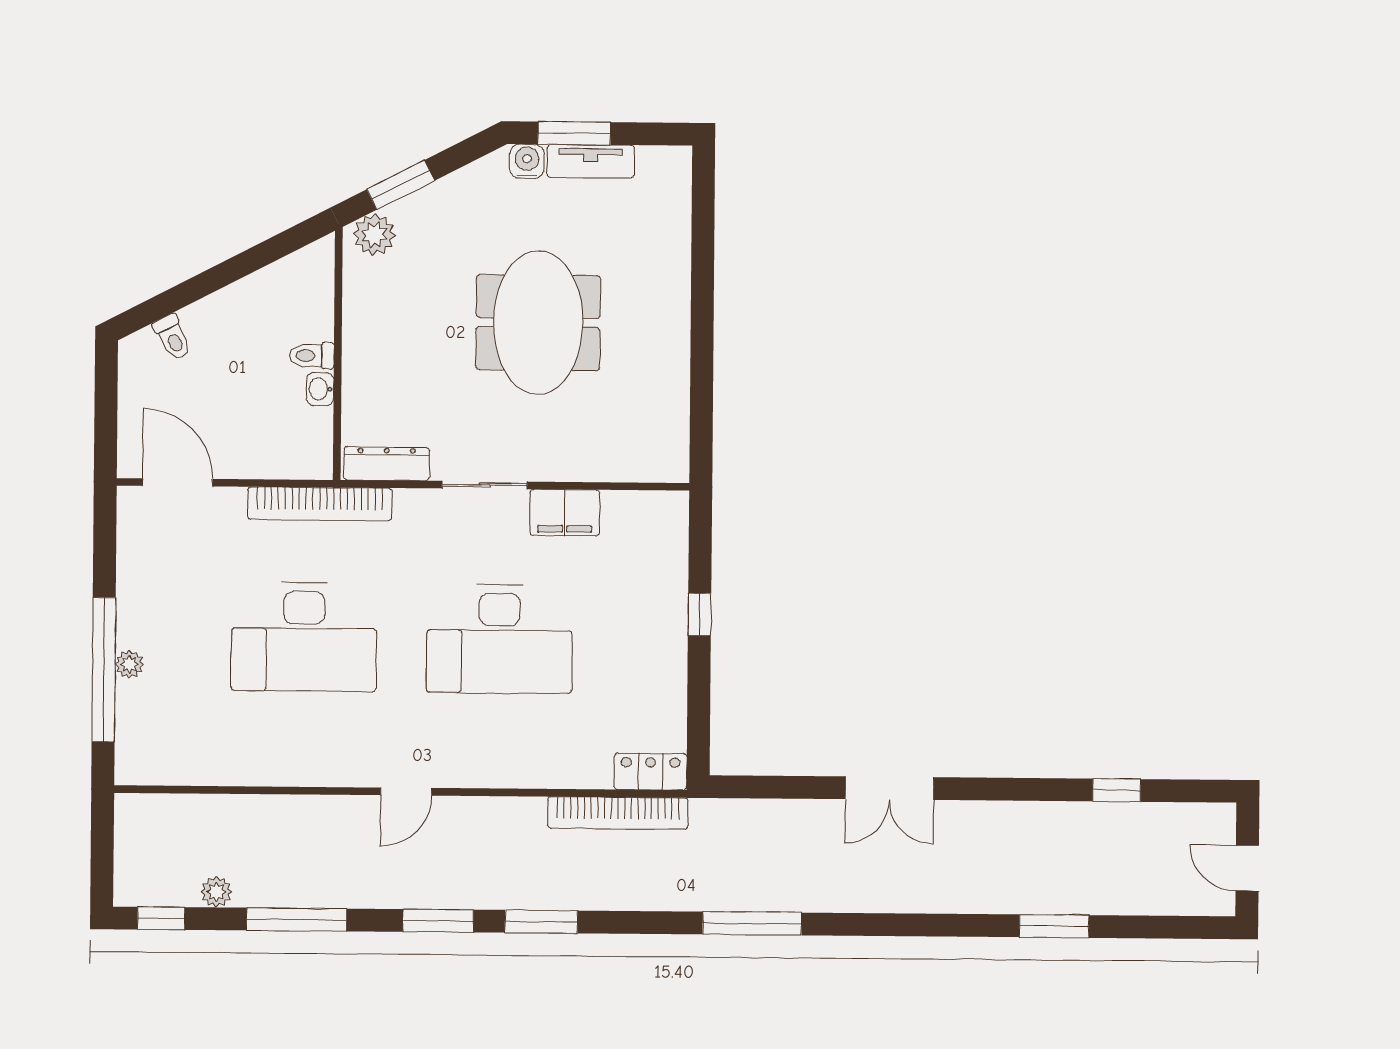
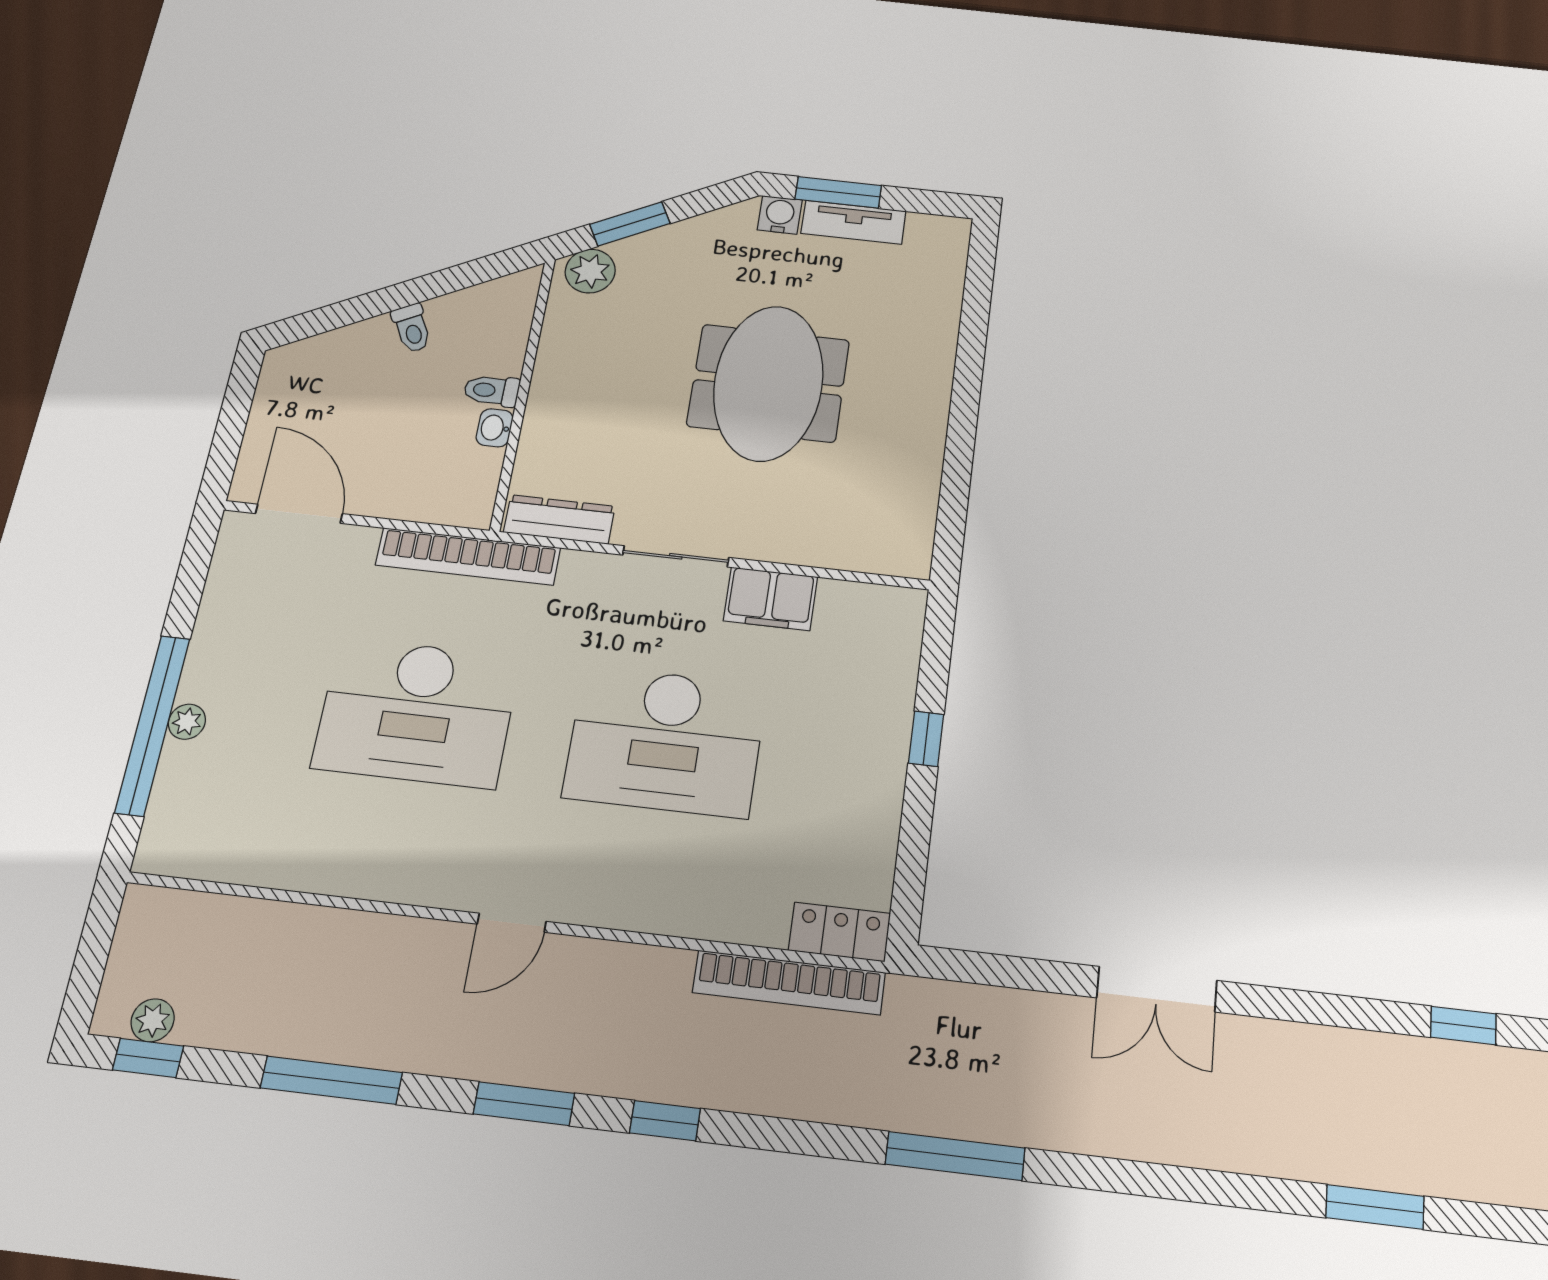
toilet: (173, 337) -> (412, 328), moved
plant: (216, 892) -> (153, 1020), moved
window: (541, 922) -> (665, 1121), width x0.67

